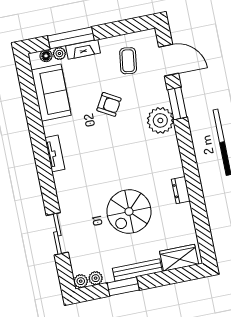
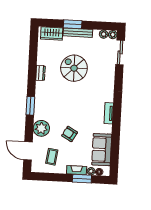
window: (71, 38) -> (82, 179), width x0.69
window: (177, 103) -> (30, 106), moved
plant: (160, 120) -> (41, 128), moved
spiral stairs: (129, 211) -> (74, 68), turned -90
sliding door: (57, 234) -> (120, 52), moved
window: (123, 286) -> (73, 24), moved

